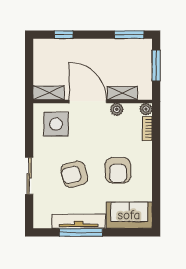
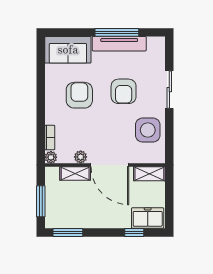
freezer: (50, 49) -> (148, 218), added
side table: (56, 124) -> (148, 130), moved
armchair: (74, 174) -> (124, 91), turned 104

